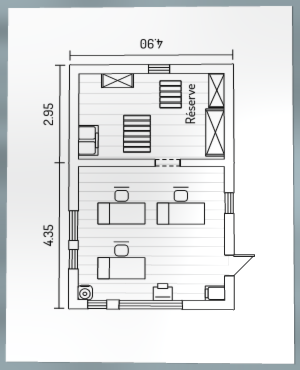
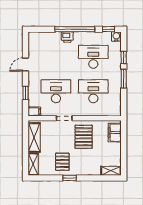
shelving: (118, 80) -> (111, 171), moved
door: (229, 265) -> (26, 65), moved
filing cabinet: (215, 293) -> (34, 112), moved

